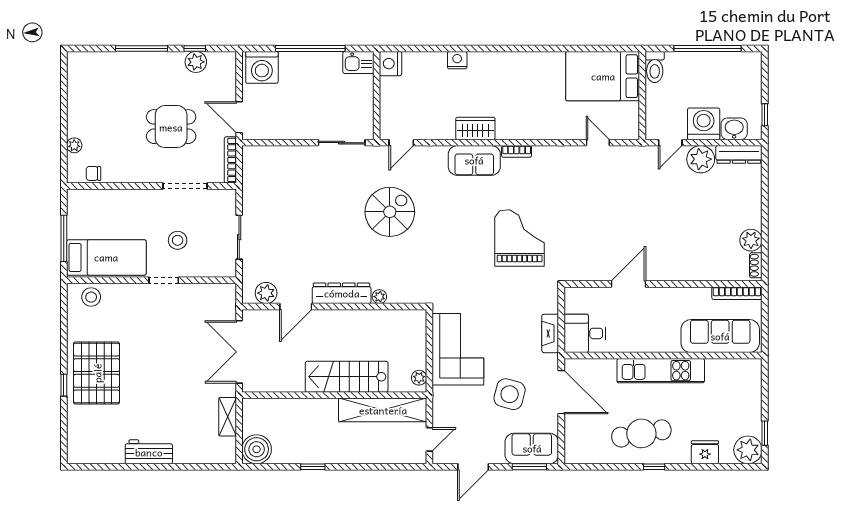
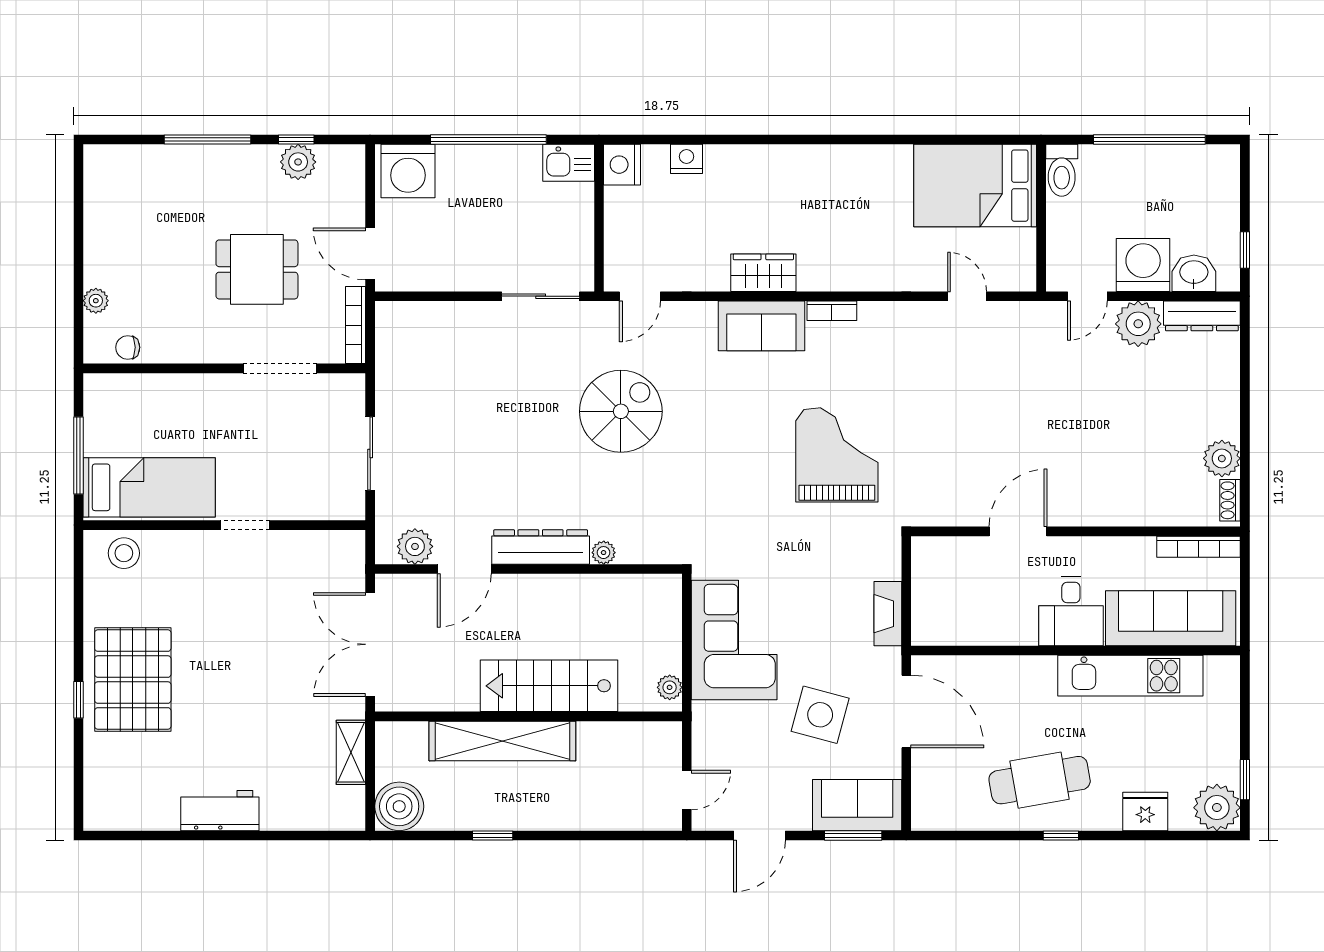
nightstand: (457, 60) -> (686, 159), moved
stool: (178, 240) -> (268, 459), removed
desk: (585, 333) -> (1071, 611), moved, turned -90
kitchen unit: (661, 371) -> (1130, 676), moved
shelving: (383, 410) -> (502, 741), moved

